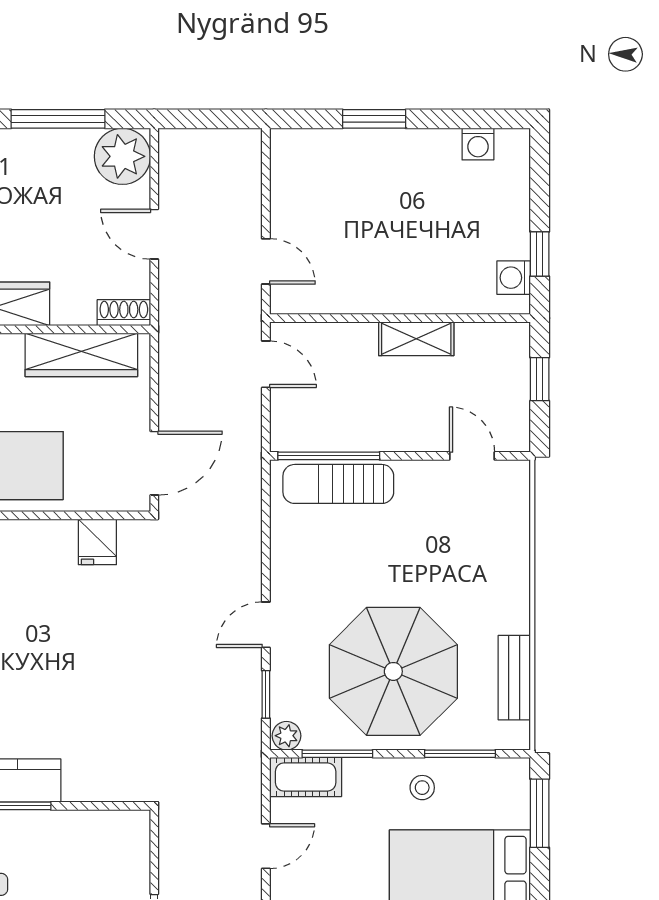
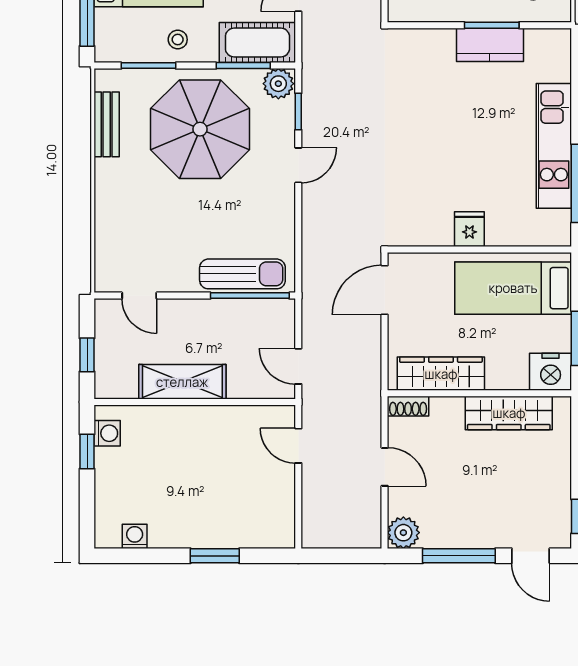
plant: (122, 156) -> (403, 533), width x0.73, depth x0.73
shelving: (416, 339) -> (182, 382), width x1.50, depth x1.33
fridge: (97, 542) -> (469, 229), moved
plant: (286, 736) -> (278, 84), width x1.38, depth x1.38
cot: (306, 777) -> (257, 43), width x1.37, depth x1.34

